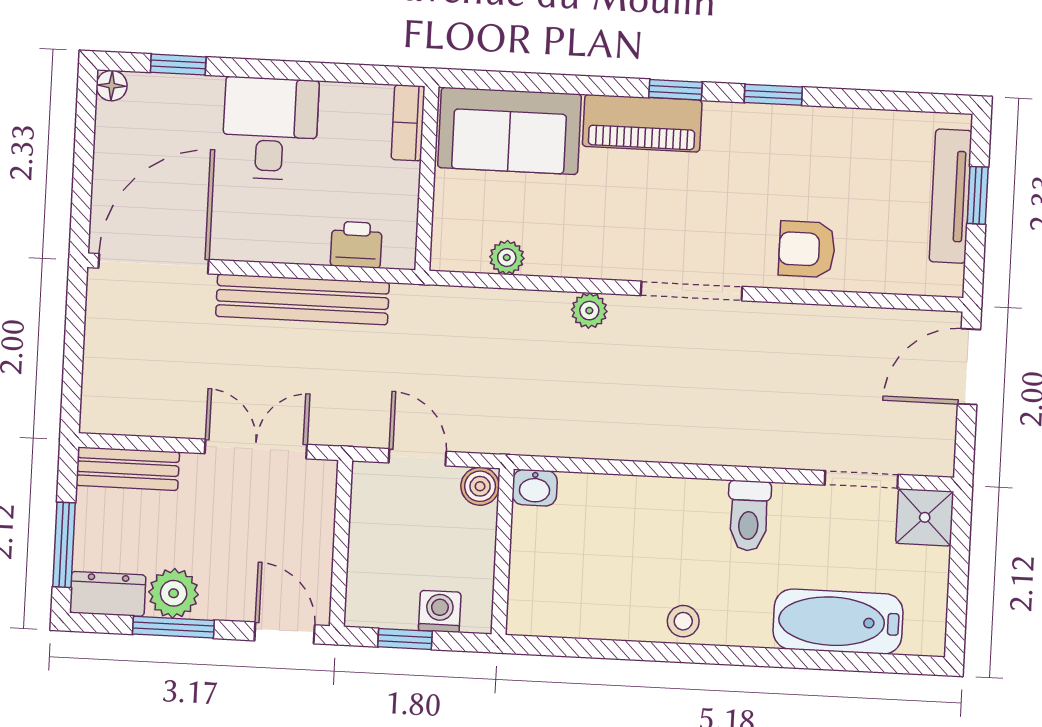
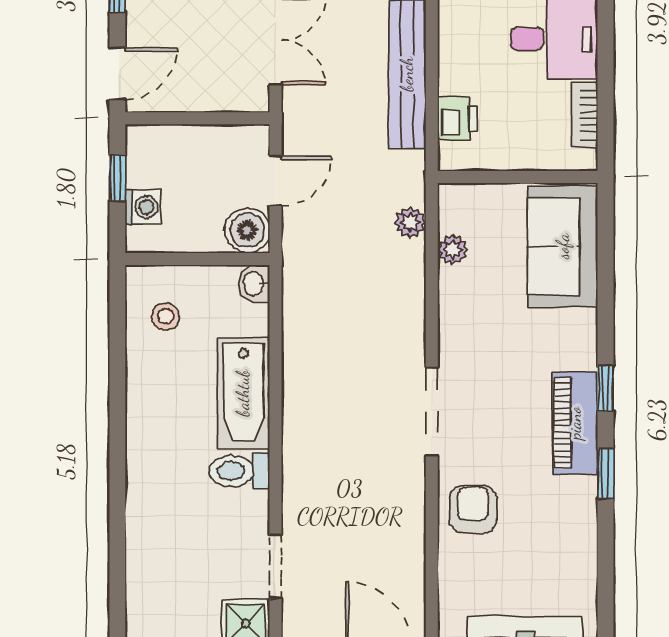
bookcase: (408, 123) -> (585, 115), moved, turned -90
piano: (642, 123) -> (575, 423), moved
plant: (589, 311) -> (410, 222), moved
boiler: (480, 486) -> (247, 230), width x1.36, depth x1.36
stool: (683, 621) -> (166, 316), moved
bathtub: (838, 622) -> (243, 393), moved, turned 180

